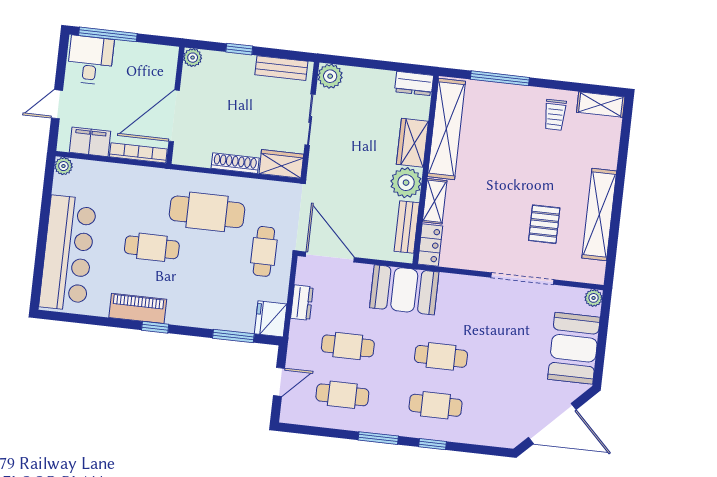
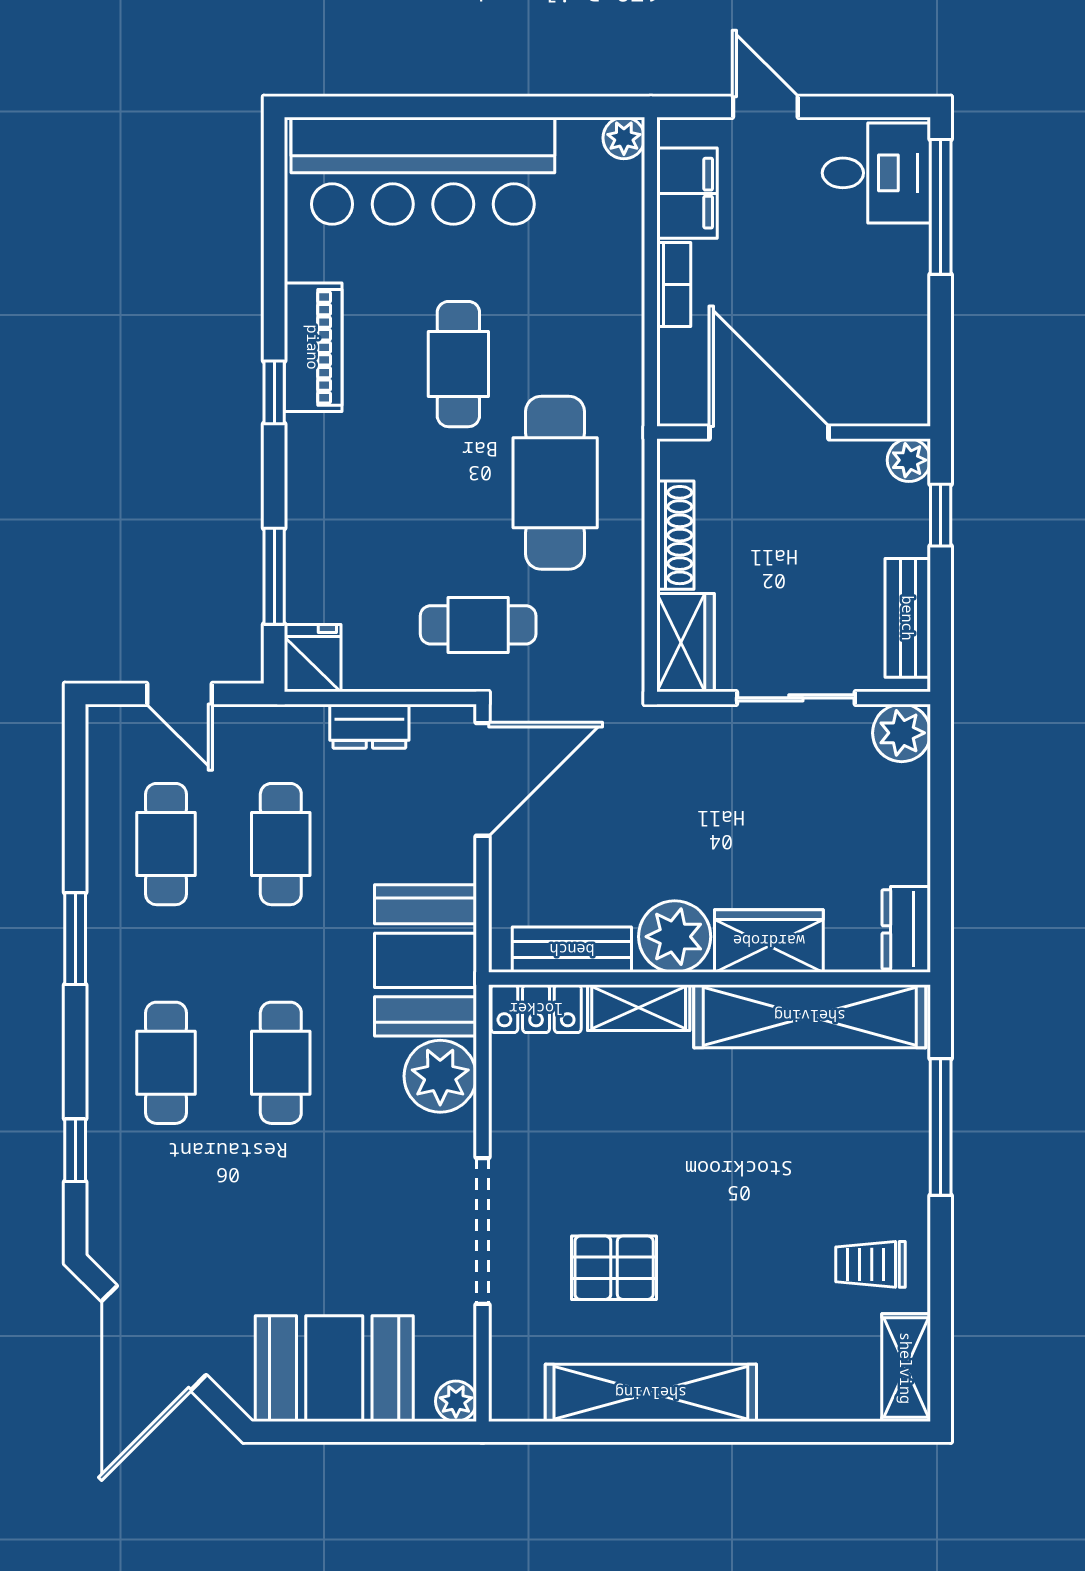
plant: (193, 58) -> (909, 460), moved
wall: (175, 105) -> (794, 433), moved
door: (174, 116) -> (769, 433), moved
bookcase: (138, 153) -> (674, 285), width x0.64
plant: (454, 289) -> (440, 1076), added
fridge: (271, 319) -> (313, 658), width x0.72
window: (432, 444) -> (75, 1150), moved

